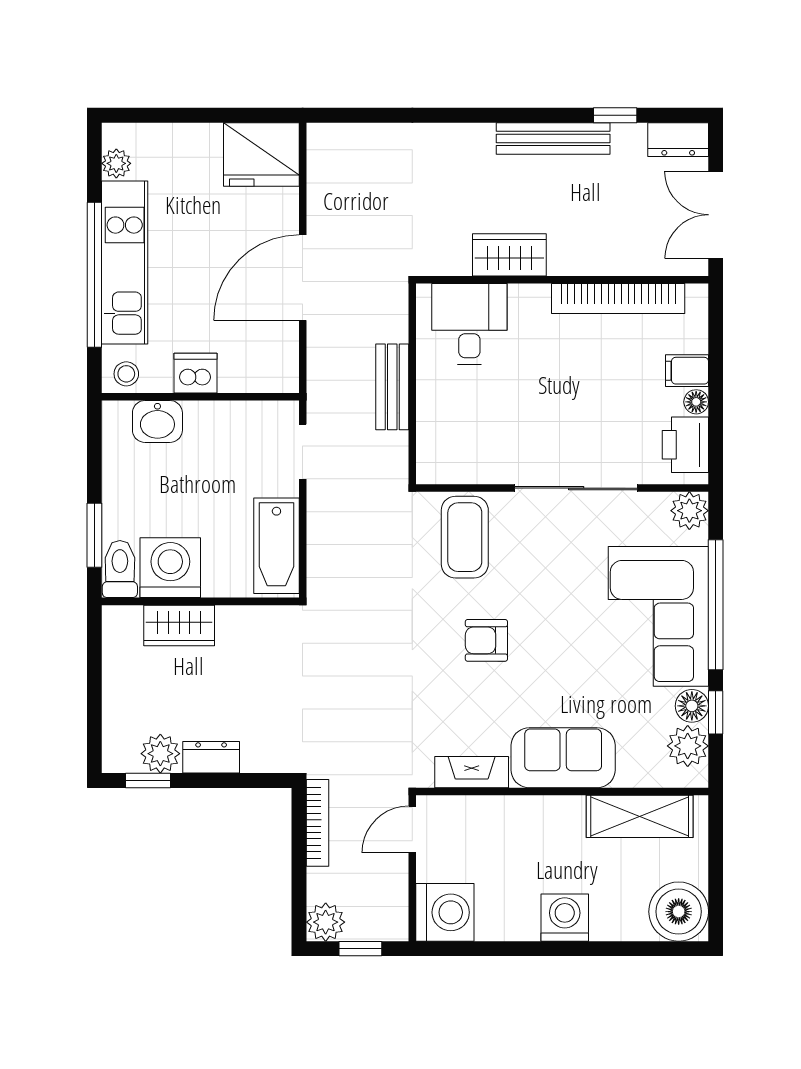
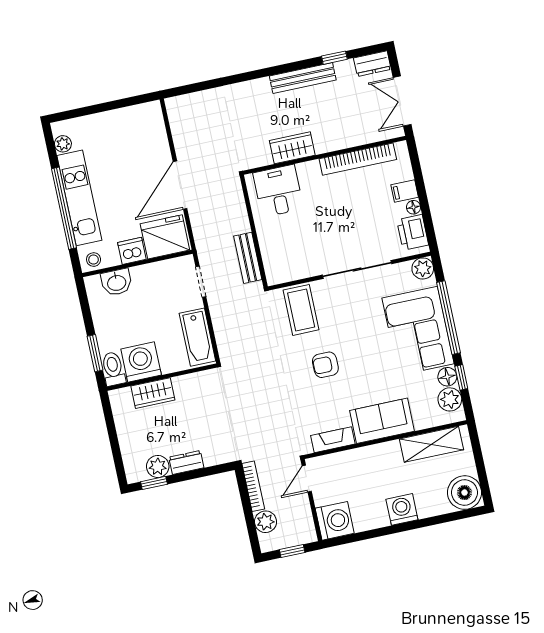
fridge: (261, 155) -> (165, 237), moved, turned 180
bench: (392, 387) -> (248, 258), moved
plant: (326, 922) -> (266, 522), moved

